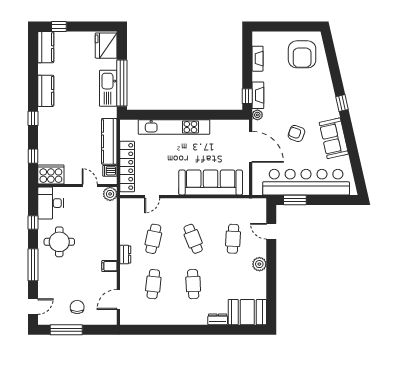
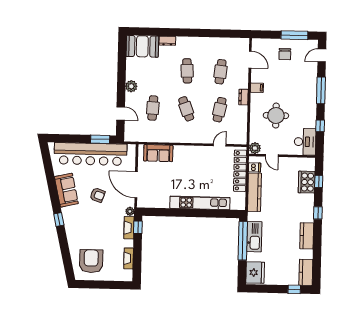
cooker: (51, 174) -> (307, 182), moved, turned 90
sofa: (211, 182) -> (158, 153), width x0.54, depth x0.79
round table: (59, 242) -> (276, 115), moved
door: (118, 299) -> (250, 60), hinge flipped

